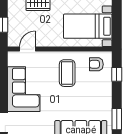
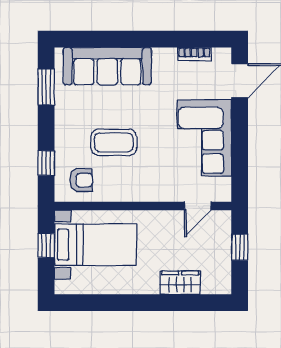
window: (117, 26) -> (46, 245), added
coffee table: (67, 73) -> (114, 142), moved, turned 90

